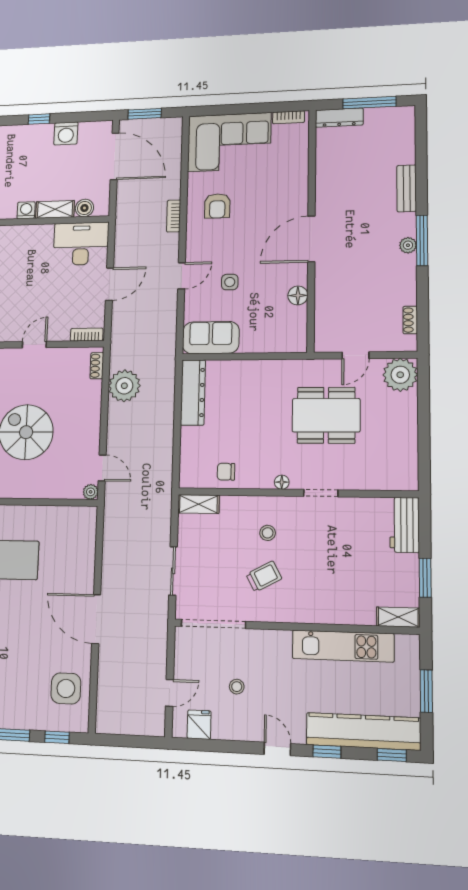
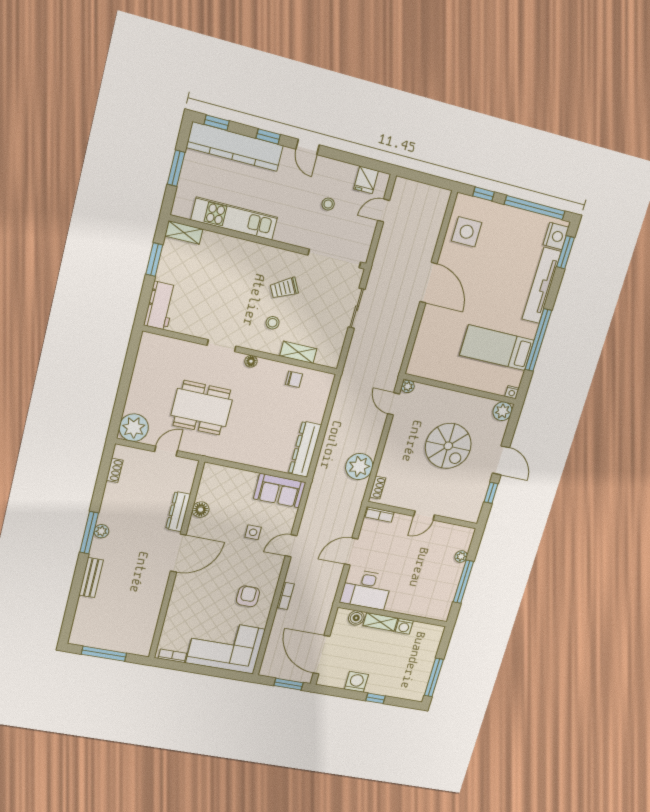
dresser: (339, 118) -> (178, 512), moved, turned -90
shelving: (198, 504) -> (298, 352), moved

